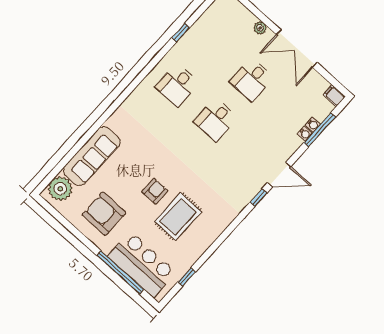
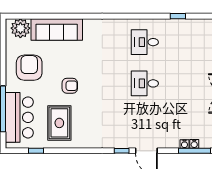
desk: (252, 80) -> (188, 83), removed
rug: (178, 217) -> (59, 123), moved, turned 90

